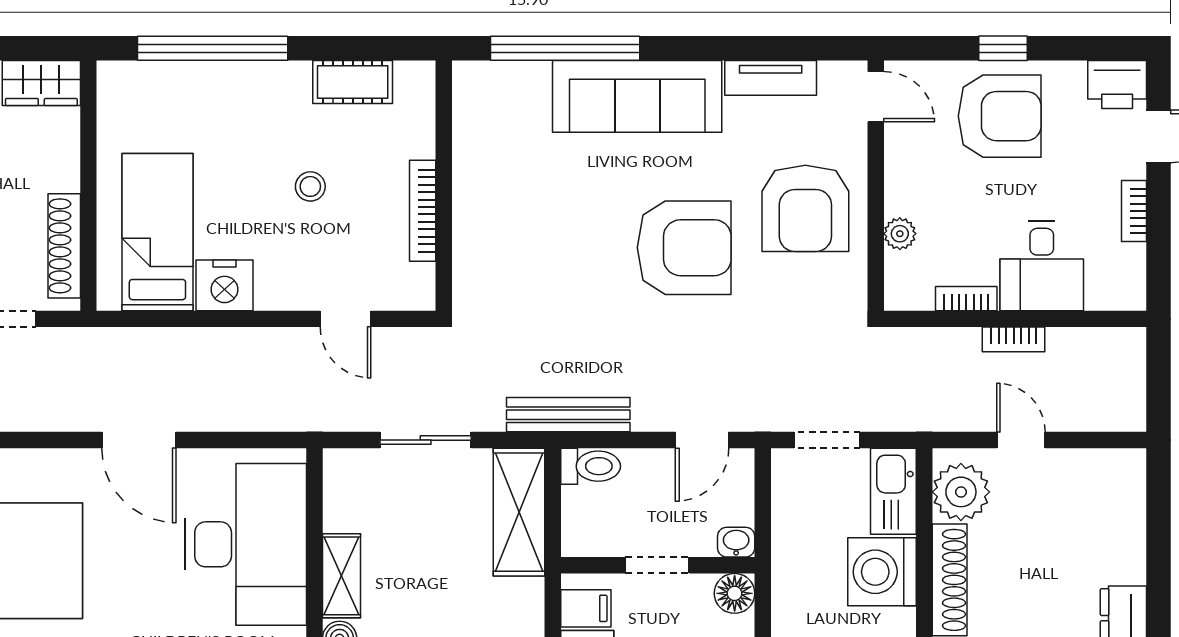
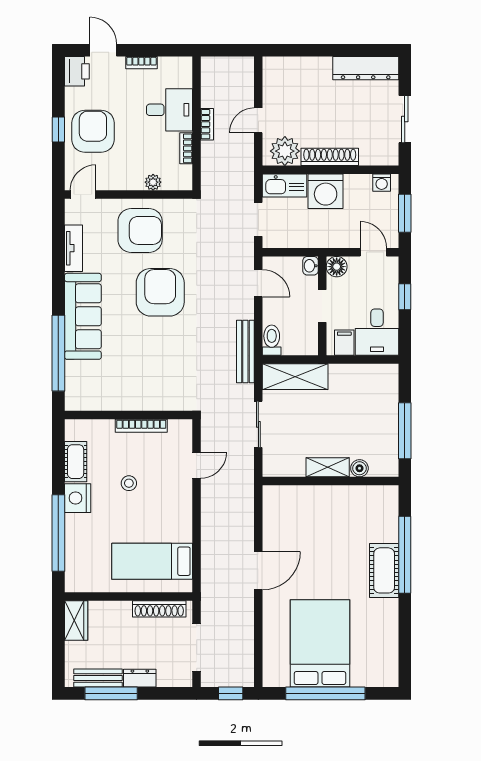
nightstand: (224, 285) -> (78, 498), moved, turned 180
desk: (246, 544) -> (312, 516), removed

